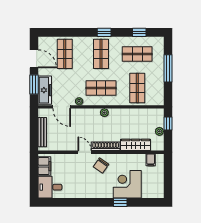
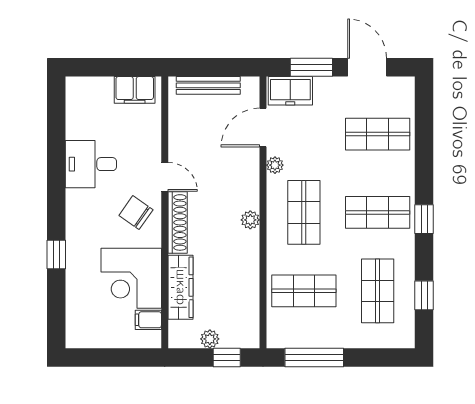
door: (34, 59) -> (367, 67), swing flipped
window: (168, 68) -> (314, 358), moved
freezer: (45, 90) -> (290, 91), width x0.71
door: (85, 152) -> (165, 177), hinge flipped
corner desk: (127, 184) -> (131, 278), moved, turned 180
desk: (50, 187) -> (91, 164), moved, turned -90

